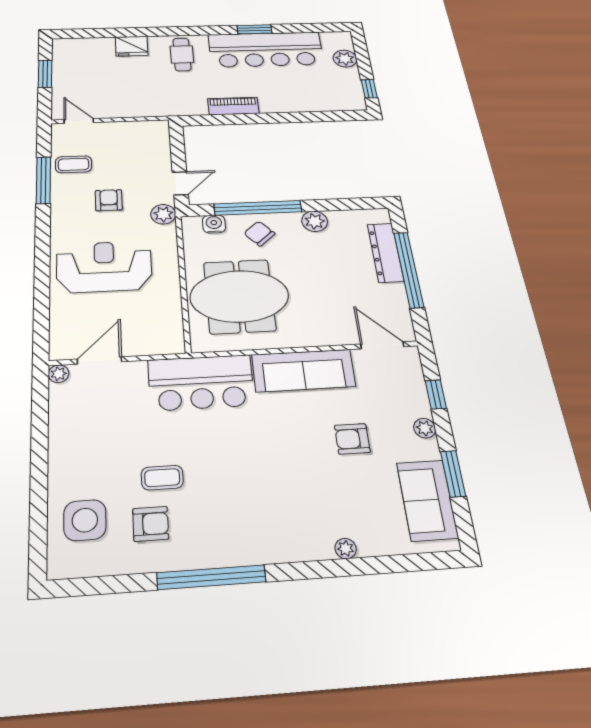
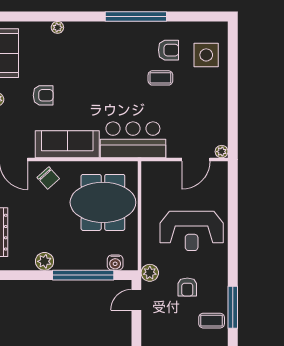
chair: (259, 234) -> (48, 178), moved
armchair: (151, 524) -> (168, 50), turned 180

